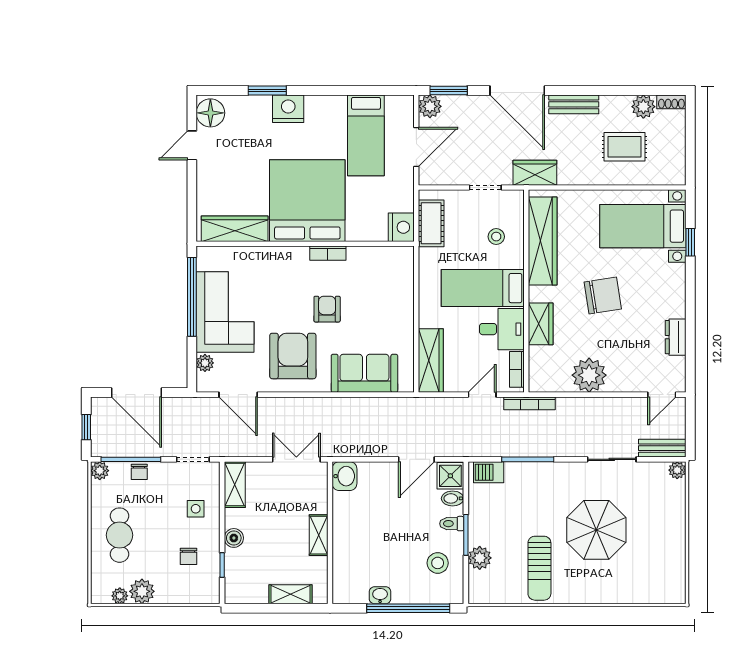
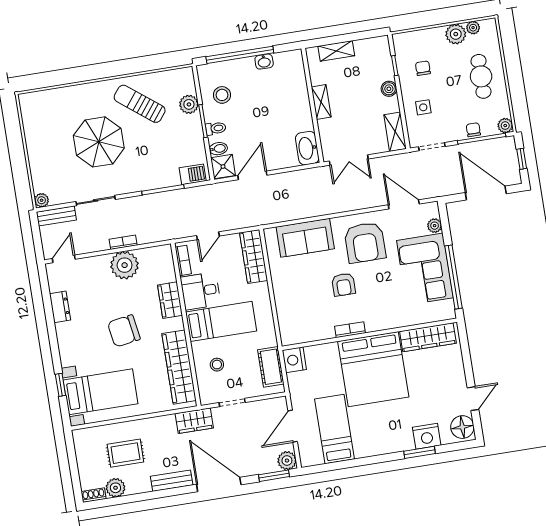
nightstand: (288, 109) -> (427, 436), moved
bookcase: (530, 403) -> (123, 242), moved, width x0.64
washbasin: (344, 476) -> (307, 148), width x1.38
sun lounger: (539, 568) -> (140, 104), turned -52

